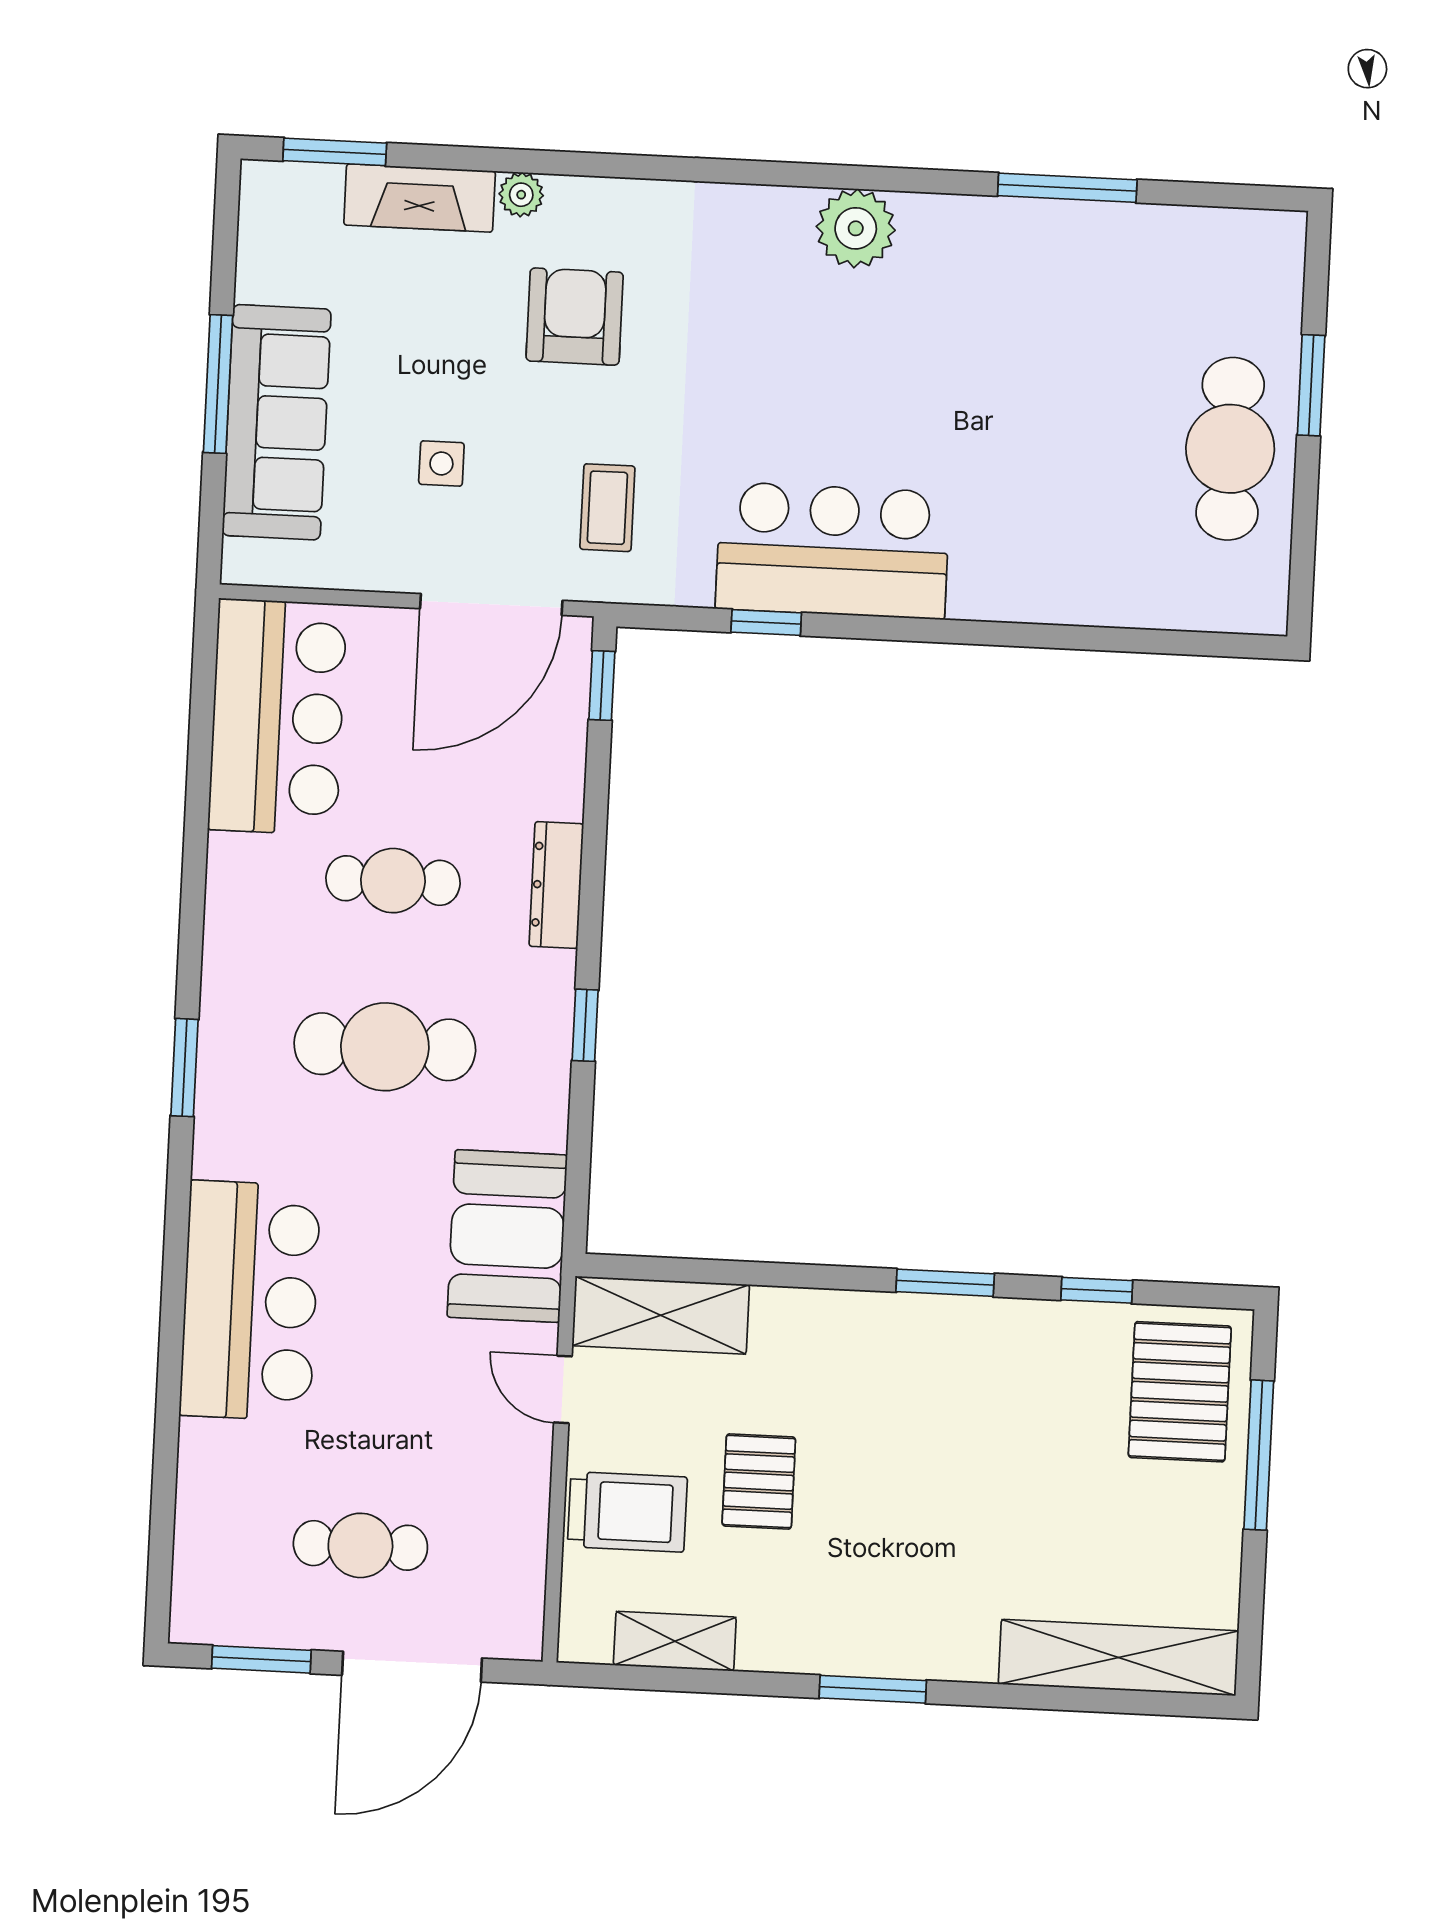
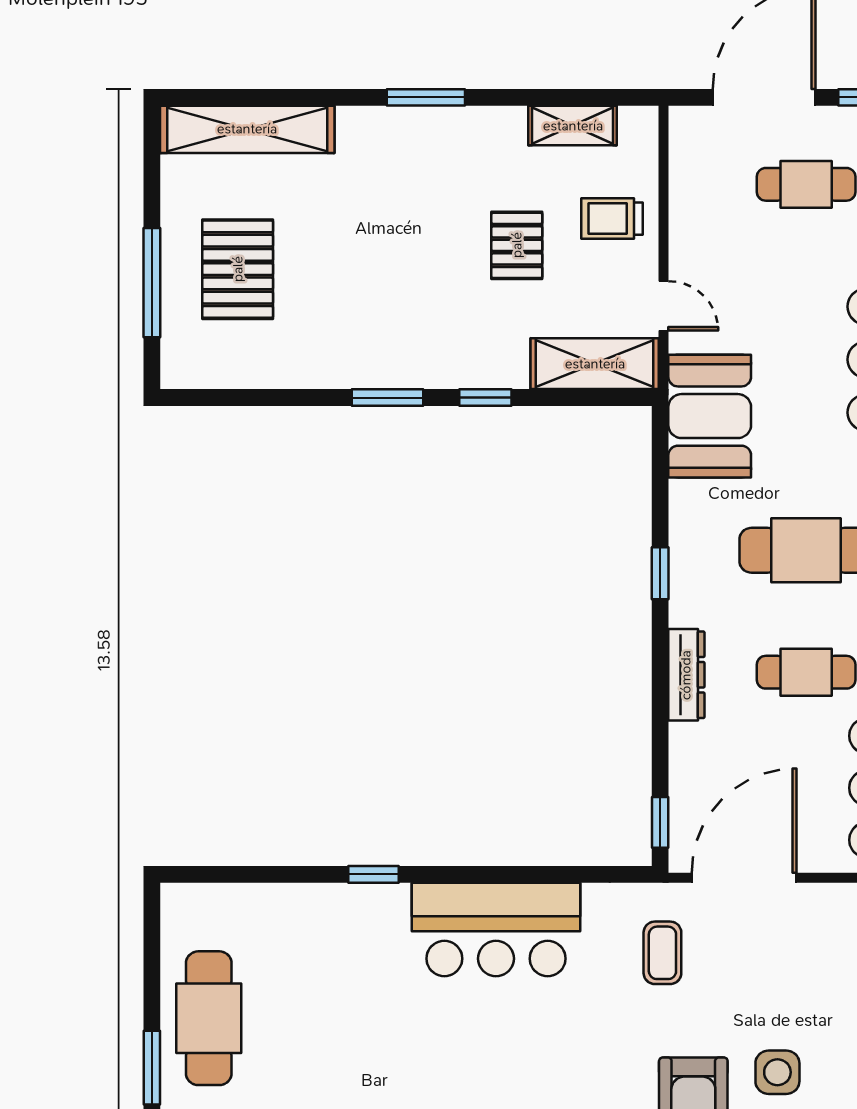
side table: (441, 463) -> (777, 1072), moved, width x1.37, depth x1.37
window: (766, 622) -> (374, 874), moved
window: (1097, 1290) -> (485, 398), moved
pallet: (1180, 1392) -> (238, 269), moved
trolley: (627, 1512) -> (612, 219), width x0.73, depth x0.72

